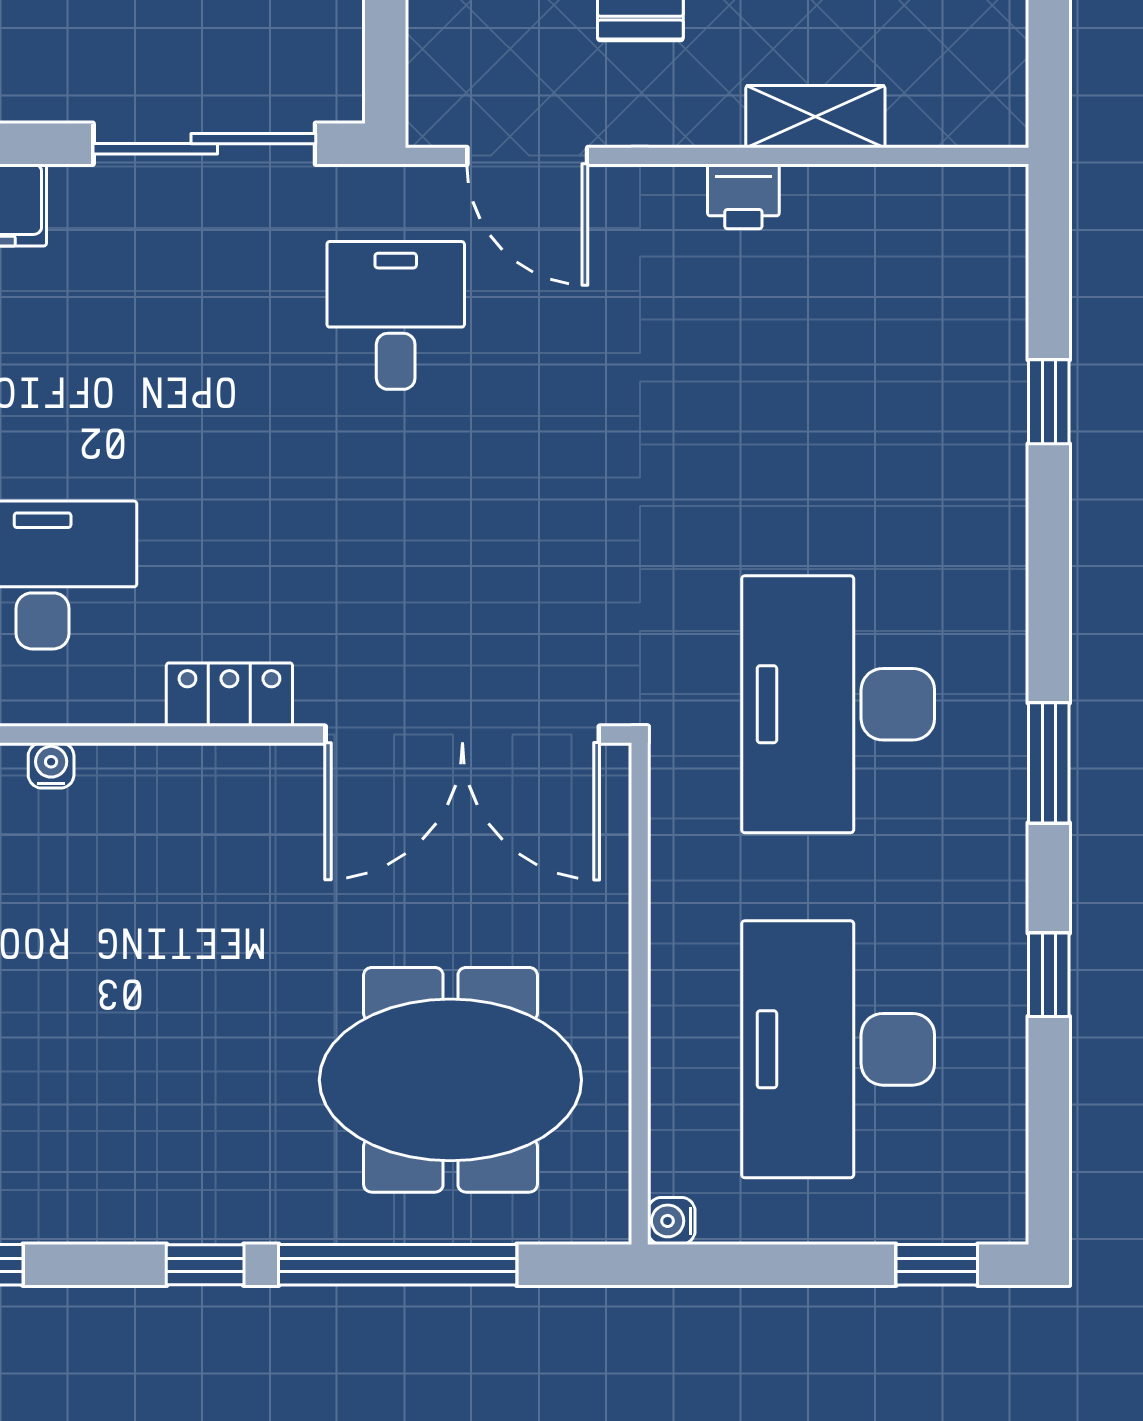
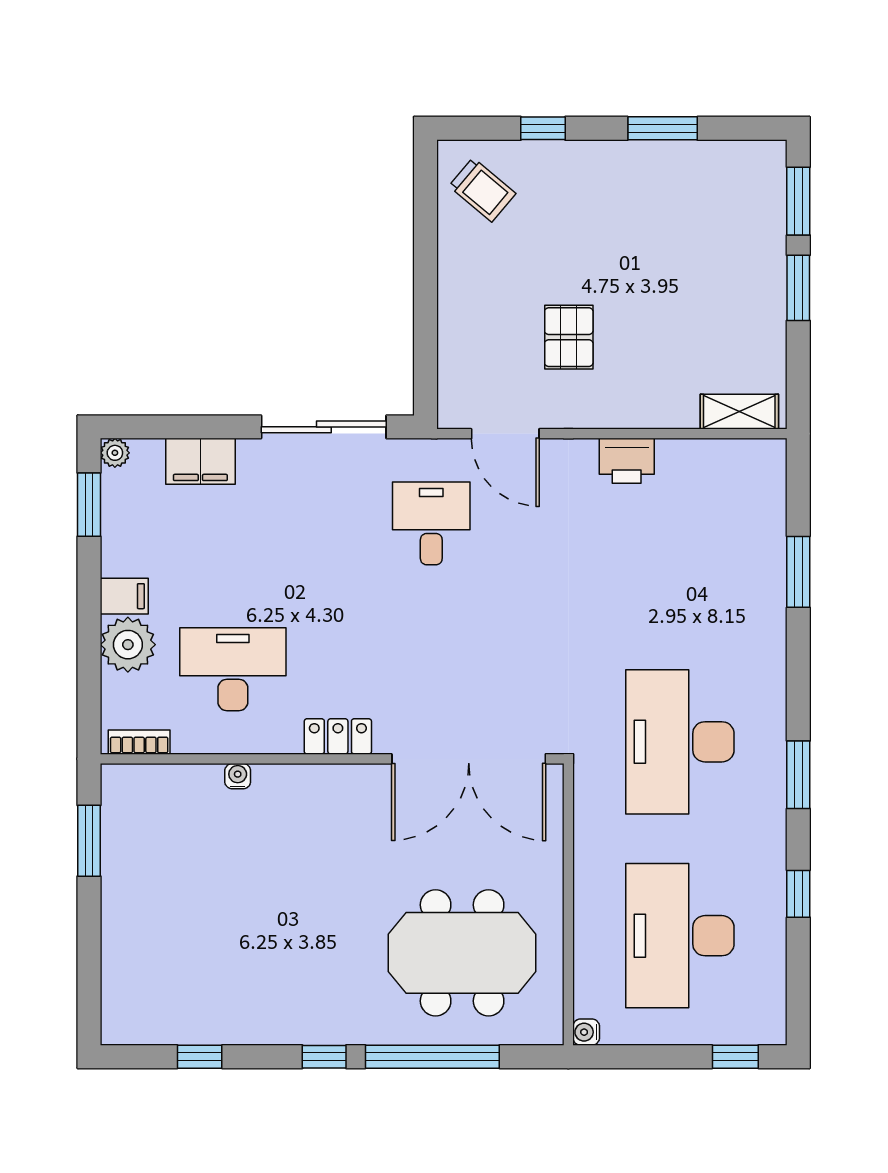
shelving: (815, 117) -> (739, 412), moved
printer: (743, 196) -> (627, 461), width x1.36, depth x1.24
window: (1049, 402) -> (798, 572), width x1.50

